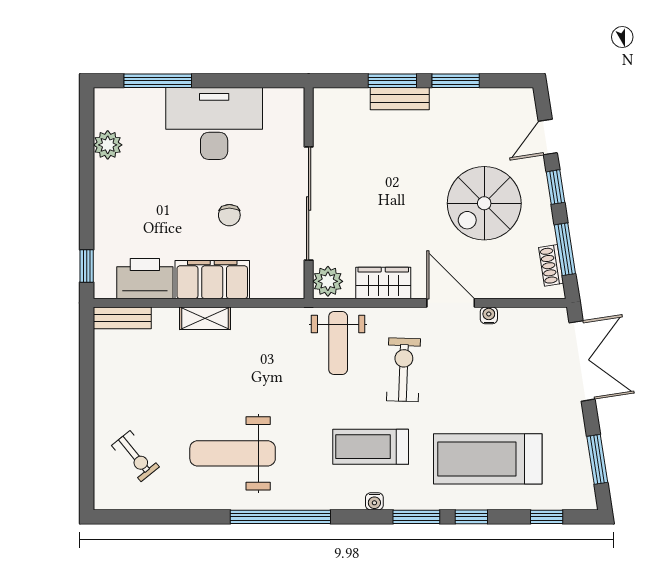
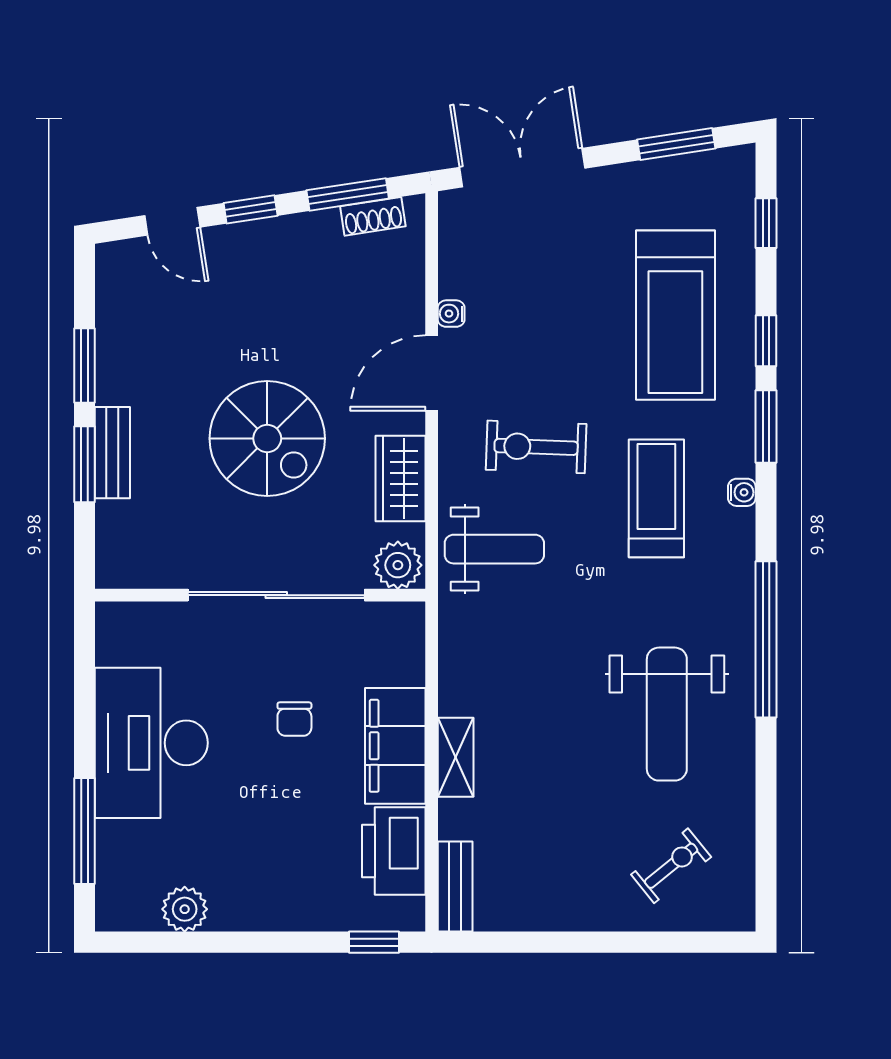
spiral stairs: (484, 203) -> (267, 438), moved
chair: (229, 215) -> (294, 719), turned 90
treadmill: (371, 447) -> (656, 498), turned 180

